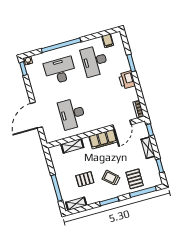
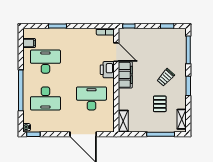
desk: (95, 61) -> (45, 62), turned 180
desk: (60, 71) -> (45, 98), turned -90
printer: (127, 80) -> (107, 70), moved, turned 90
desk: (72, 114) -> (91, 98), turned 180
shelving: (72, 146) -> (123, 121), moved
shelving: (148, 148) -> (146, 33), removed
pallet: (135, 179) -> (173, 55), removed

